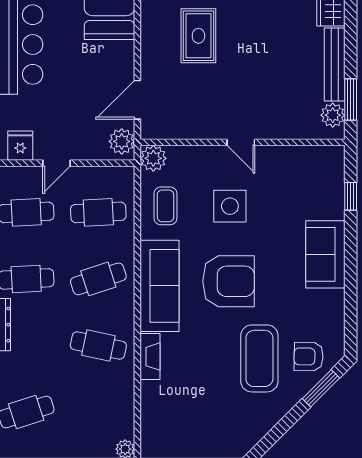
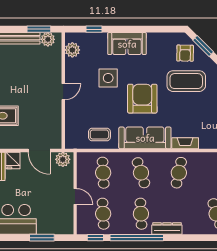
fridge: (20, 146) -> (13, 160), moved, turned -90
plant: (153, 158) -> (72, 50), moved
side table: (230, 206) -> (108, 78), moved

